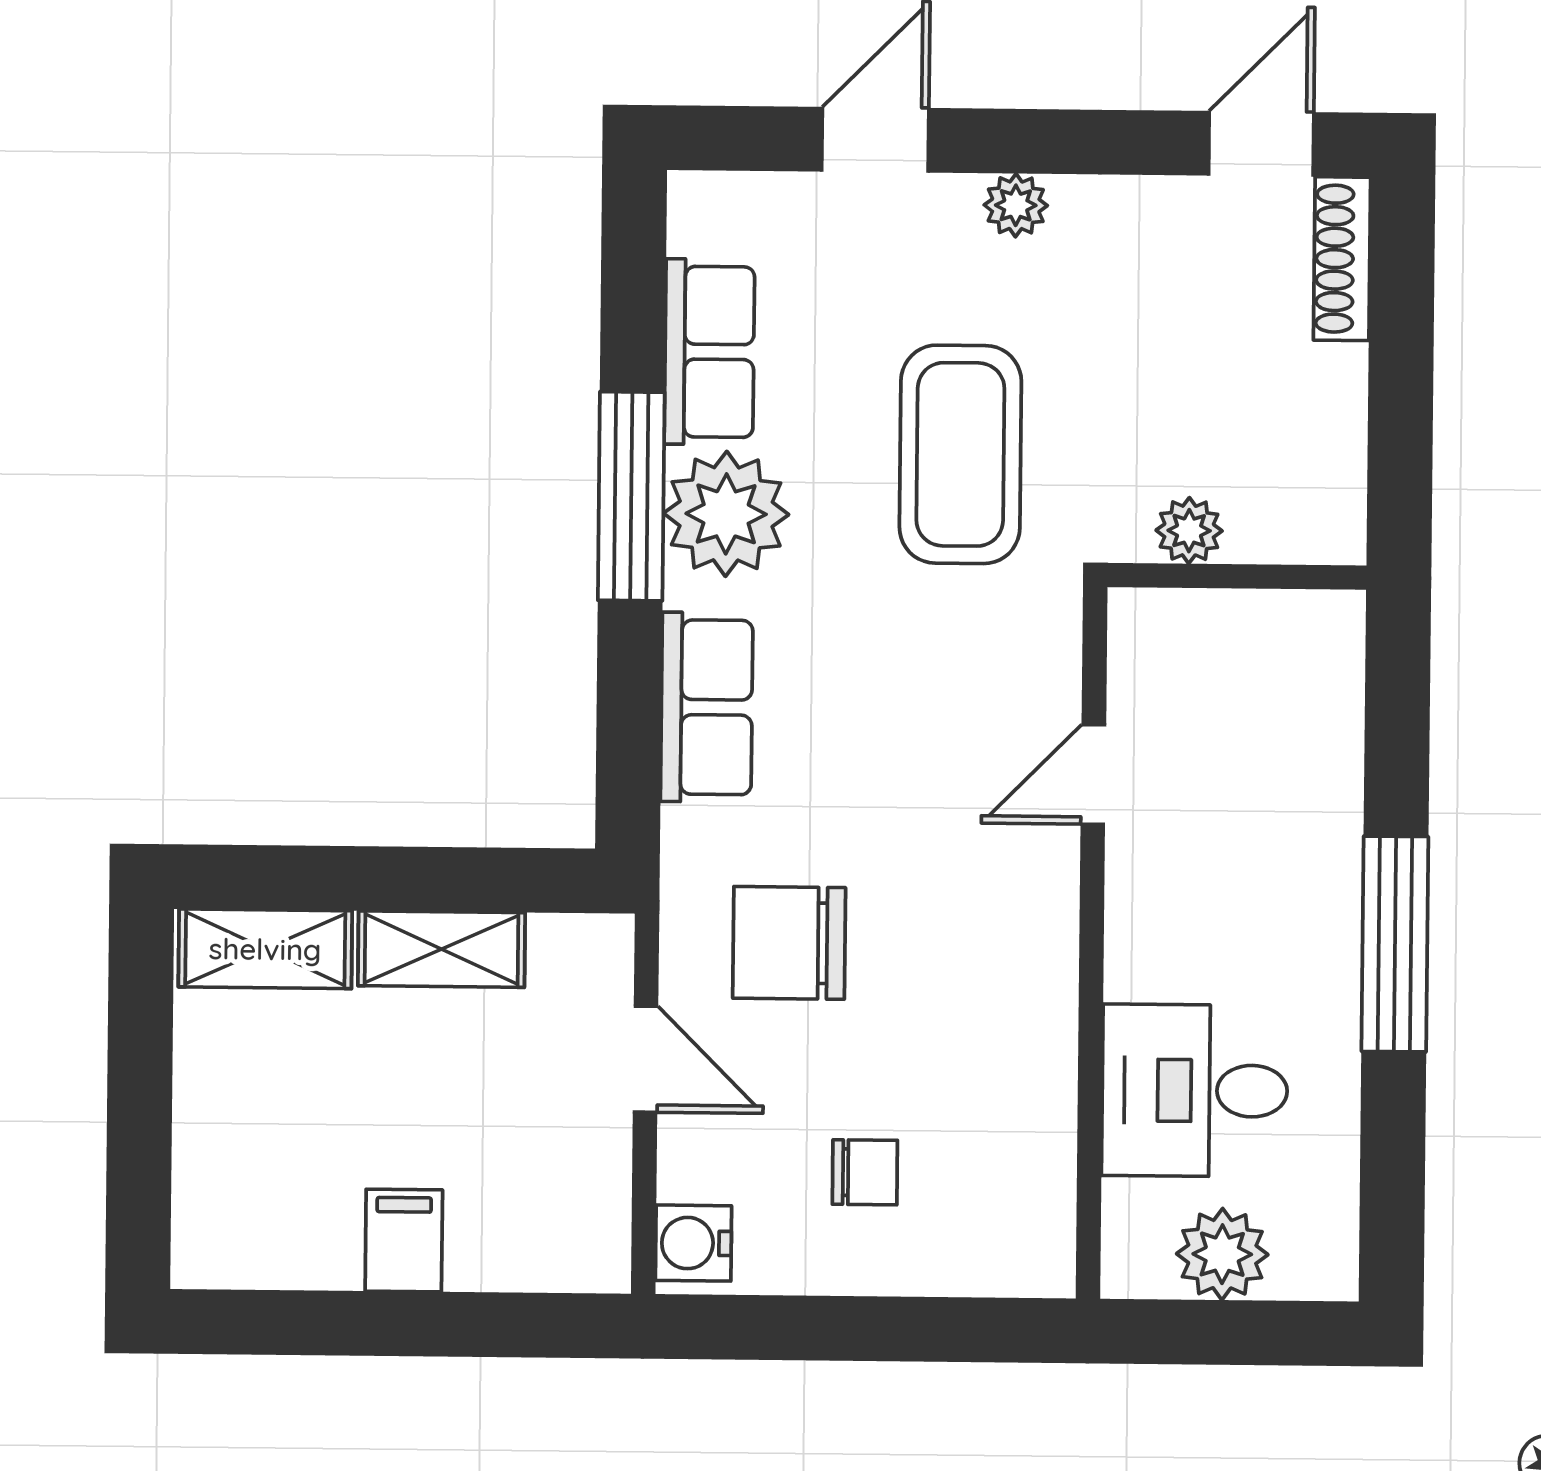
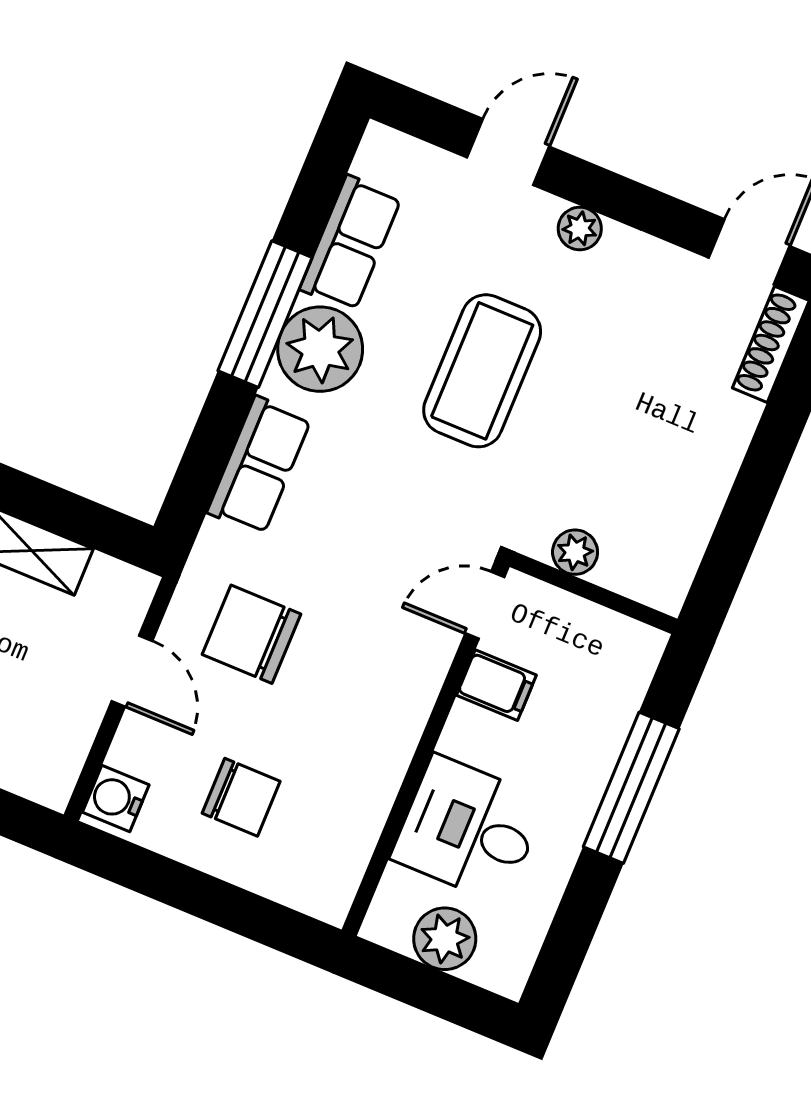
plant: (1189, 531) -> (575, 552), moved
wall: (1237, 576) -> (594, 593), moved
filing cabinet: (1153, 878) -> (496, 685), added
chair: (865, 1172) -> (241, 797), width x1.37, depth x1.37

